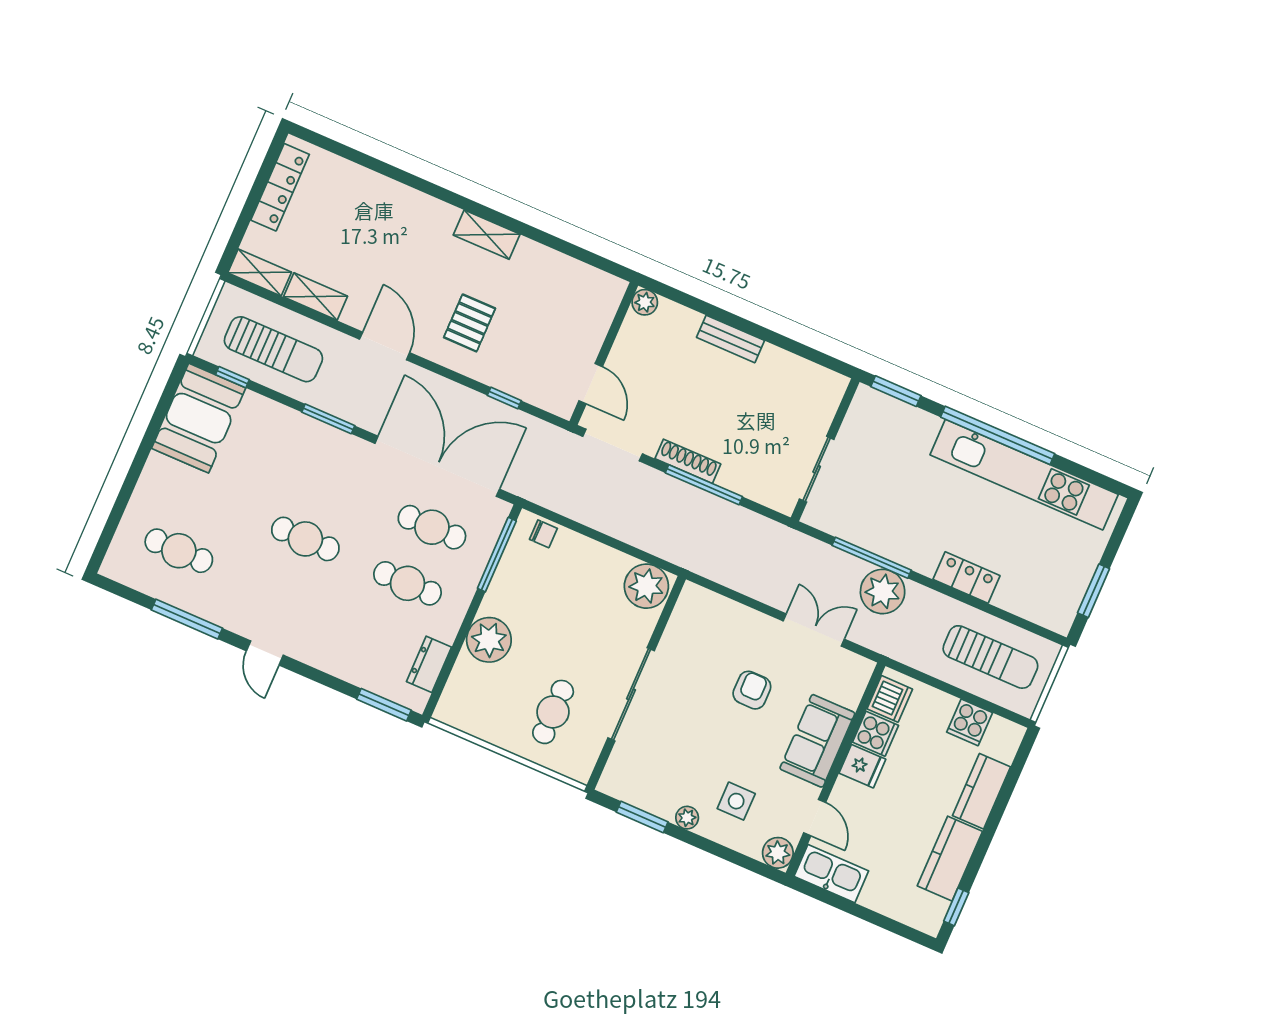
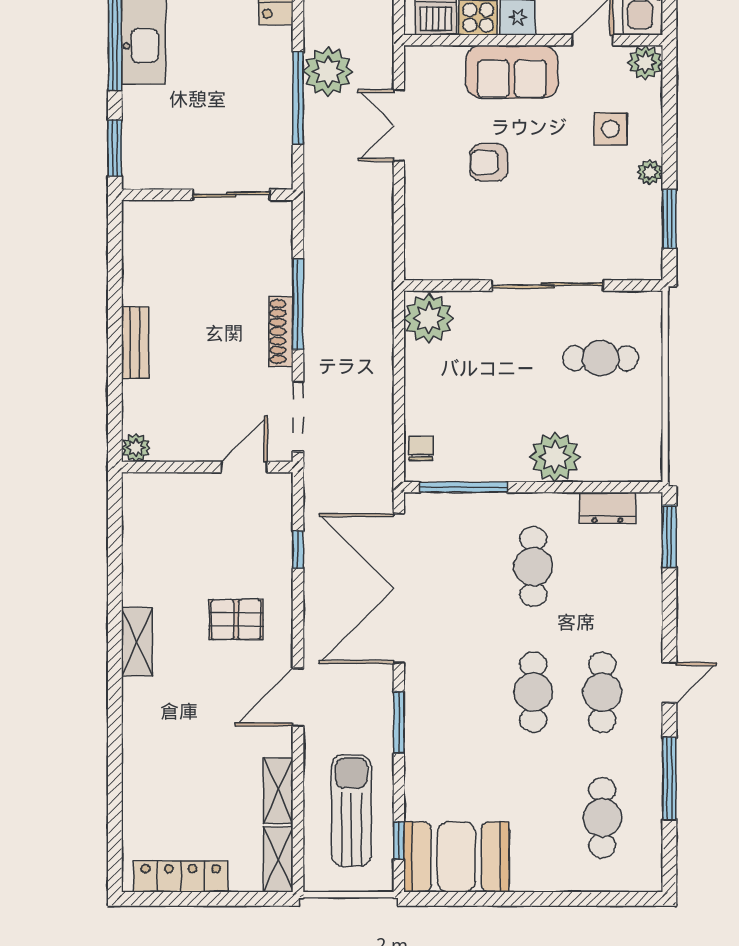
cafe table: (432, 527) -> (602, 692), moved

